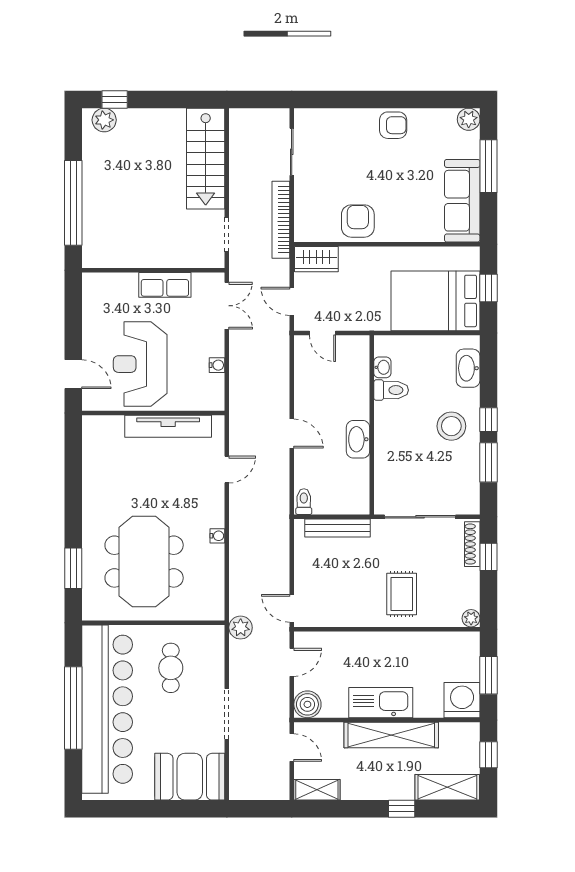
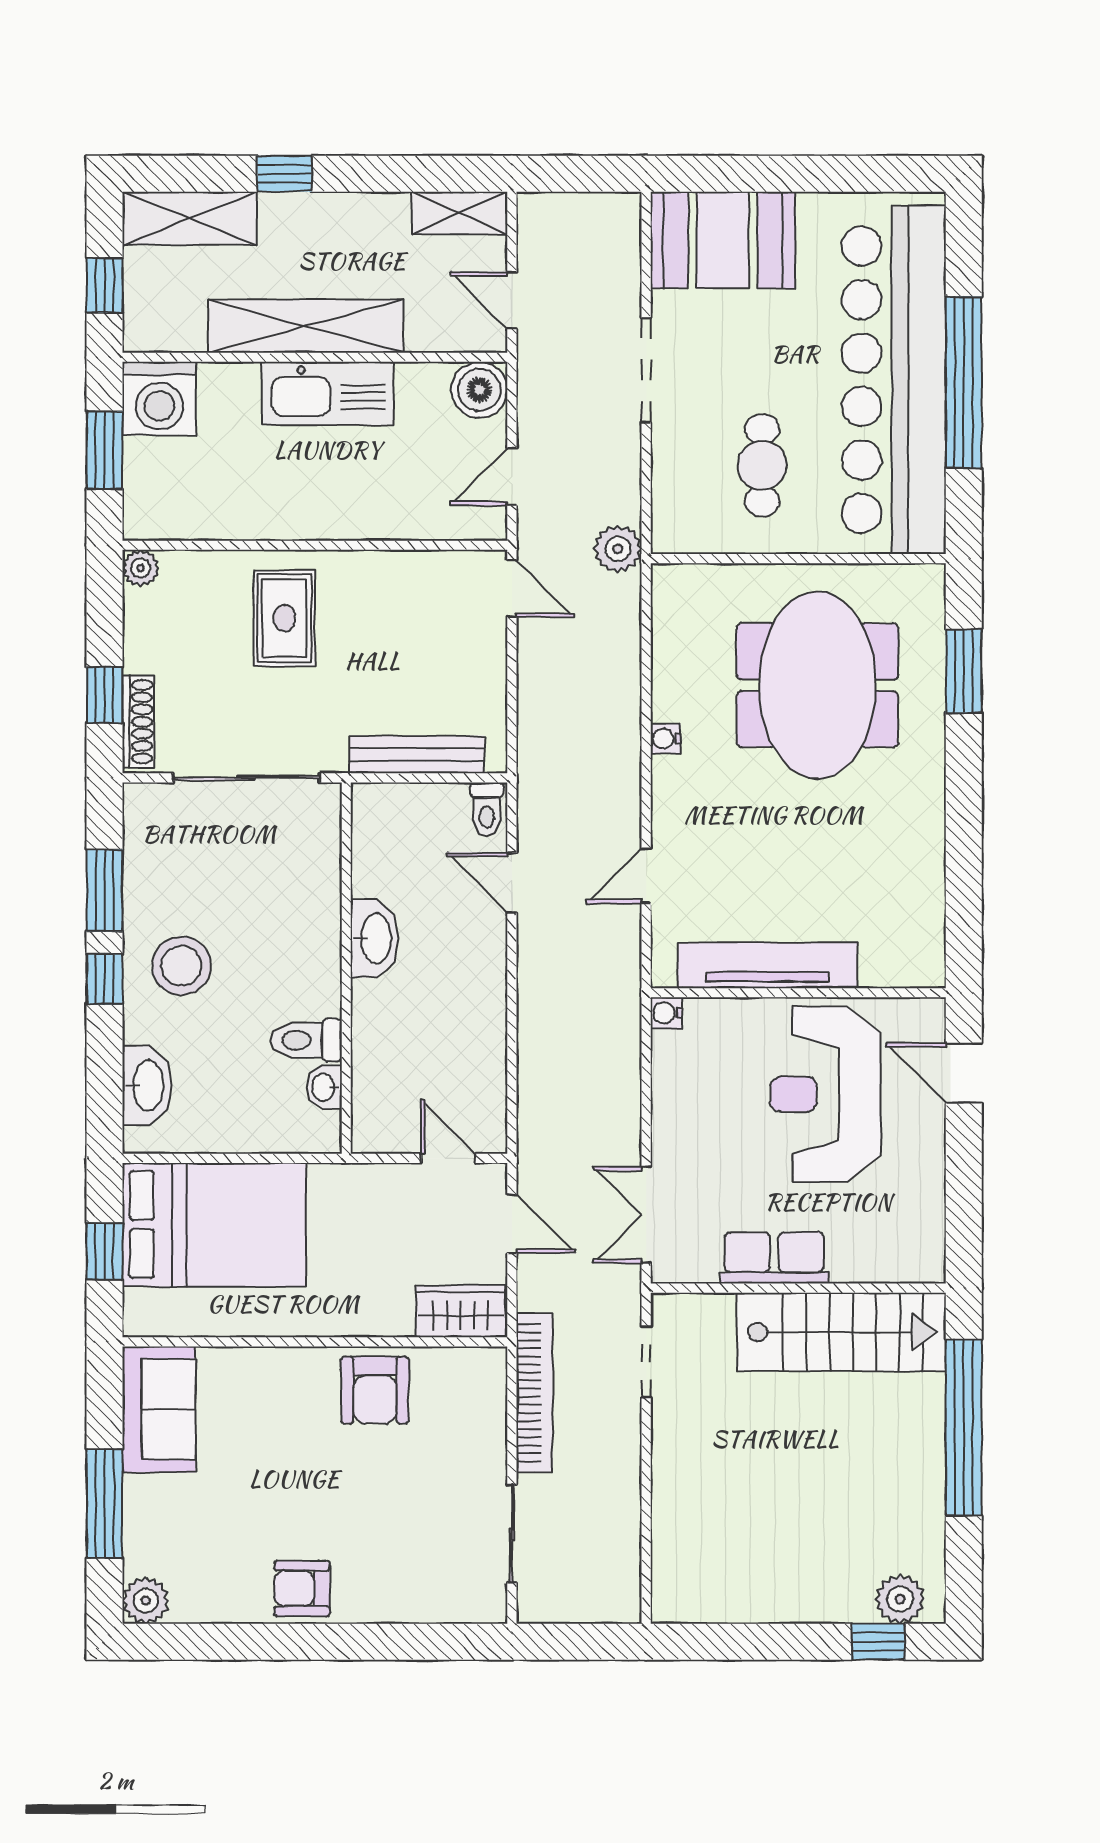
stairs: (206, 159) -> (841, 1332), moved, turned 90
sofa: (462, 201) -> (159, 1409), width x0.73
reception desk: (140, 364) -> (825, 1094), turned 180
water cooler: (217, 365) -> (666, 1013), moved
door: (292, 434) -> (512, 883), moved

